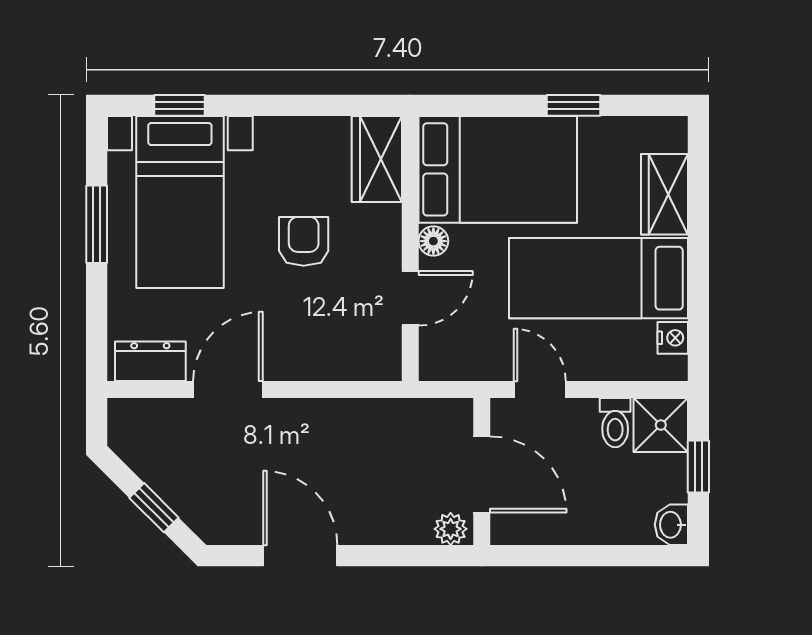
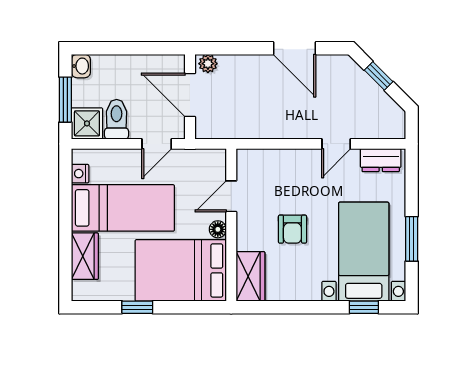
door: (228, 389) -> (336, 144), width x0.73
door: (540, 389) -> (157, 144), hinge flipped
toilet: (615, 423) -> (117, 119), width x1.37, depth x1.39
window: (698, 466) -> (65, 100), width x1.50

